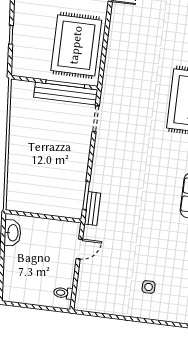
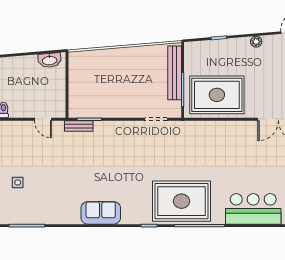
bench: (66, 93) -> (175, 73), moved

